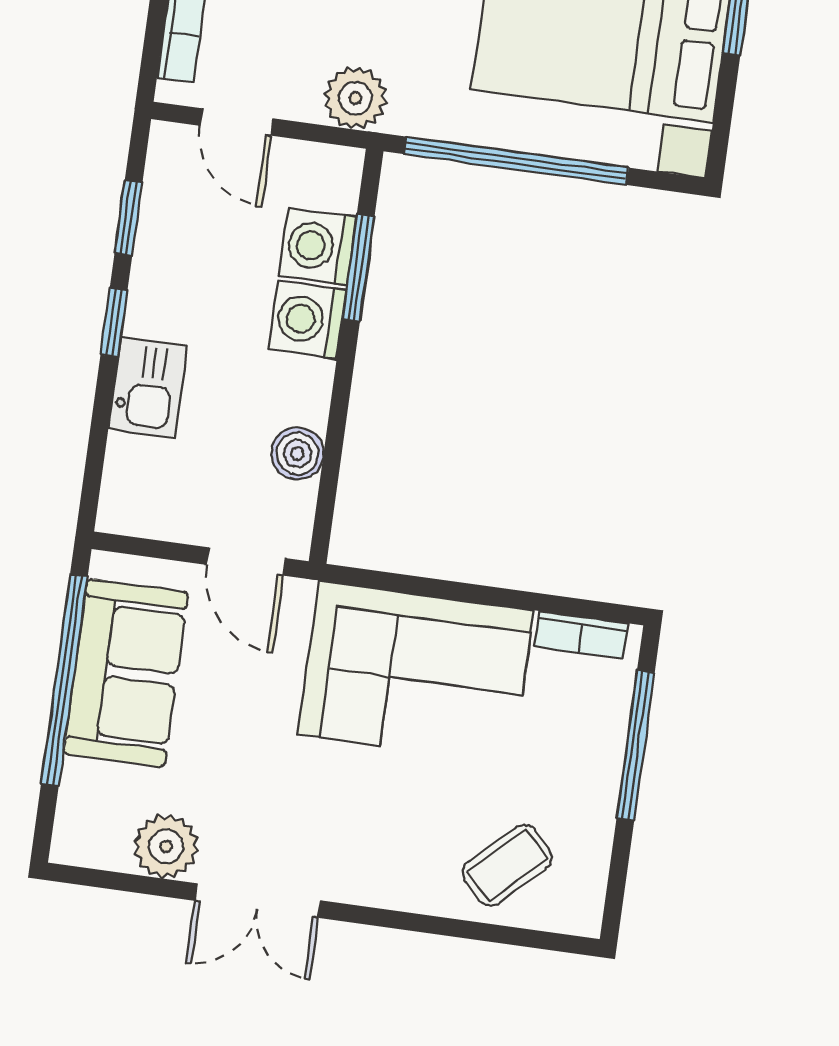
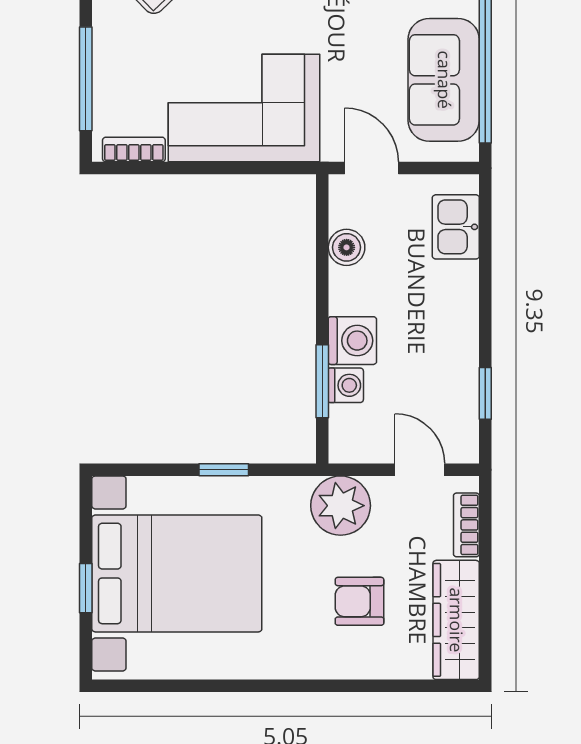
plant: (355, 98) -> (341, 506), width x1.36, depth x1.36
window: (516, 161) -> (224, 470), width x0.32
washing machine: (318, 246) -> (346, 385), width x0.73, depth x0.73
window: (114, 322) -> (485, 320), removed
kitchen sink: (148, 388) -> (456, 227), moved

